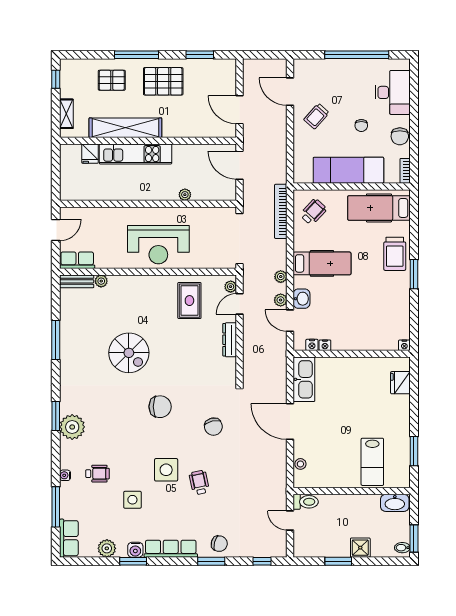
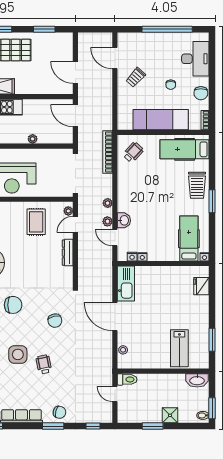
hospital bed: (322, 263) -> (189, 239), moved, turned -90

